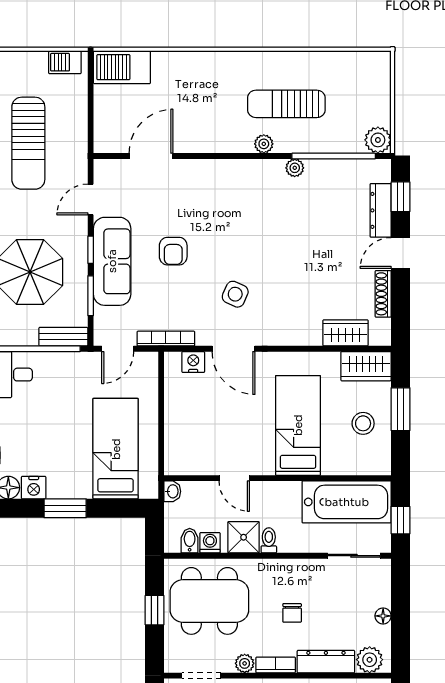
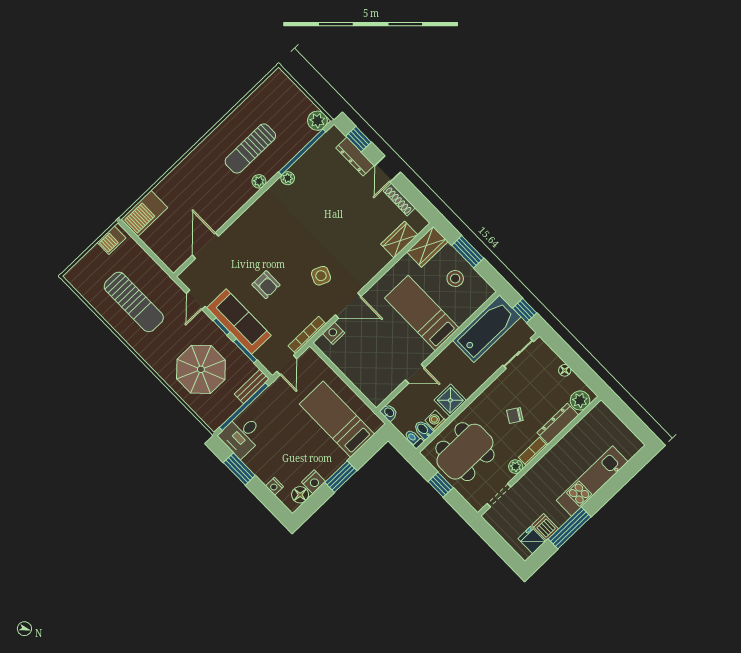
toilet: (269, 540) -> (414, 439), moved
chair: (292, 613) -> (515, 415), turned 122

